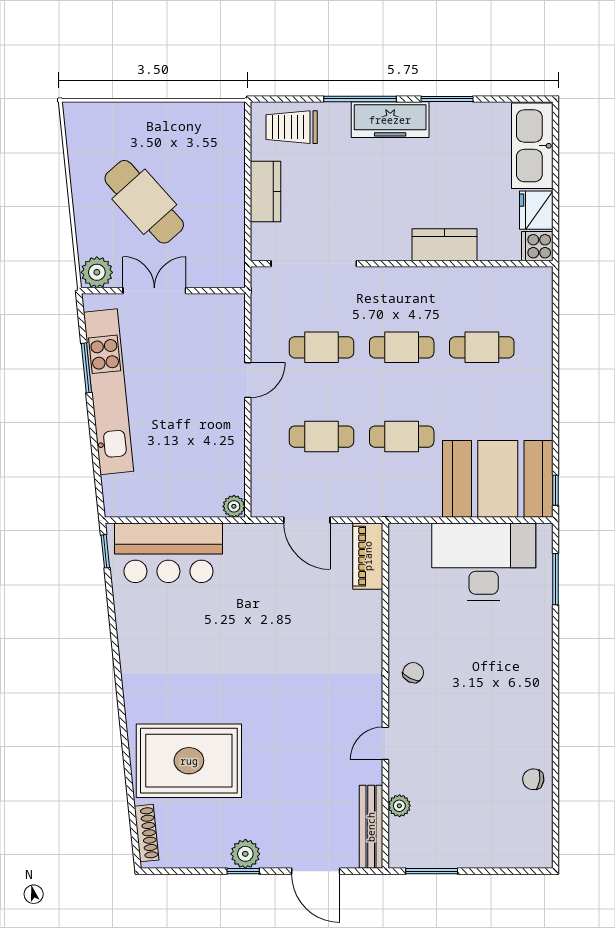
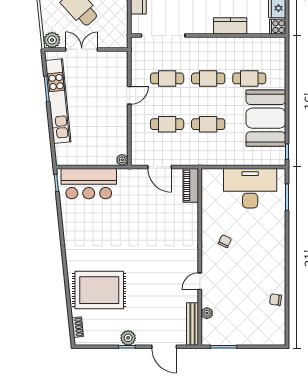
booth: (498, 479) -> (266, 118), moved, turned 90
chair: (413, 673) -> (225, 241), moved
shoe rack: (147, 833) -> (78, 327), width x0.70

